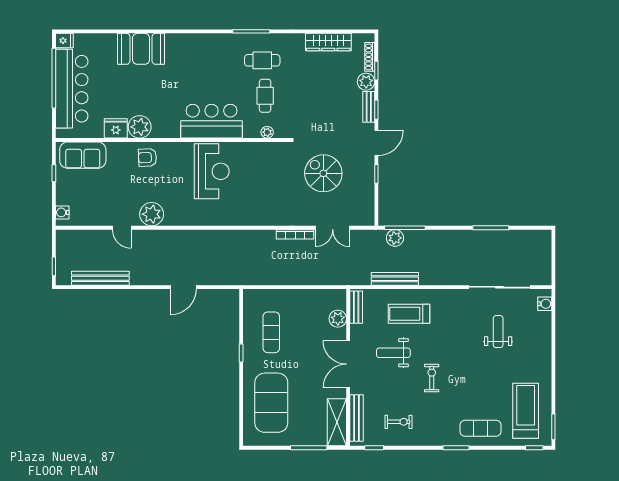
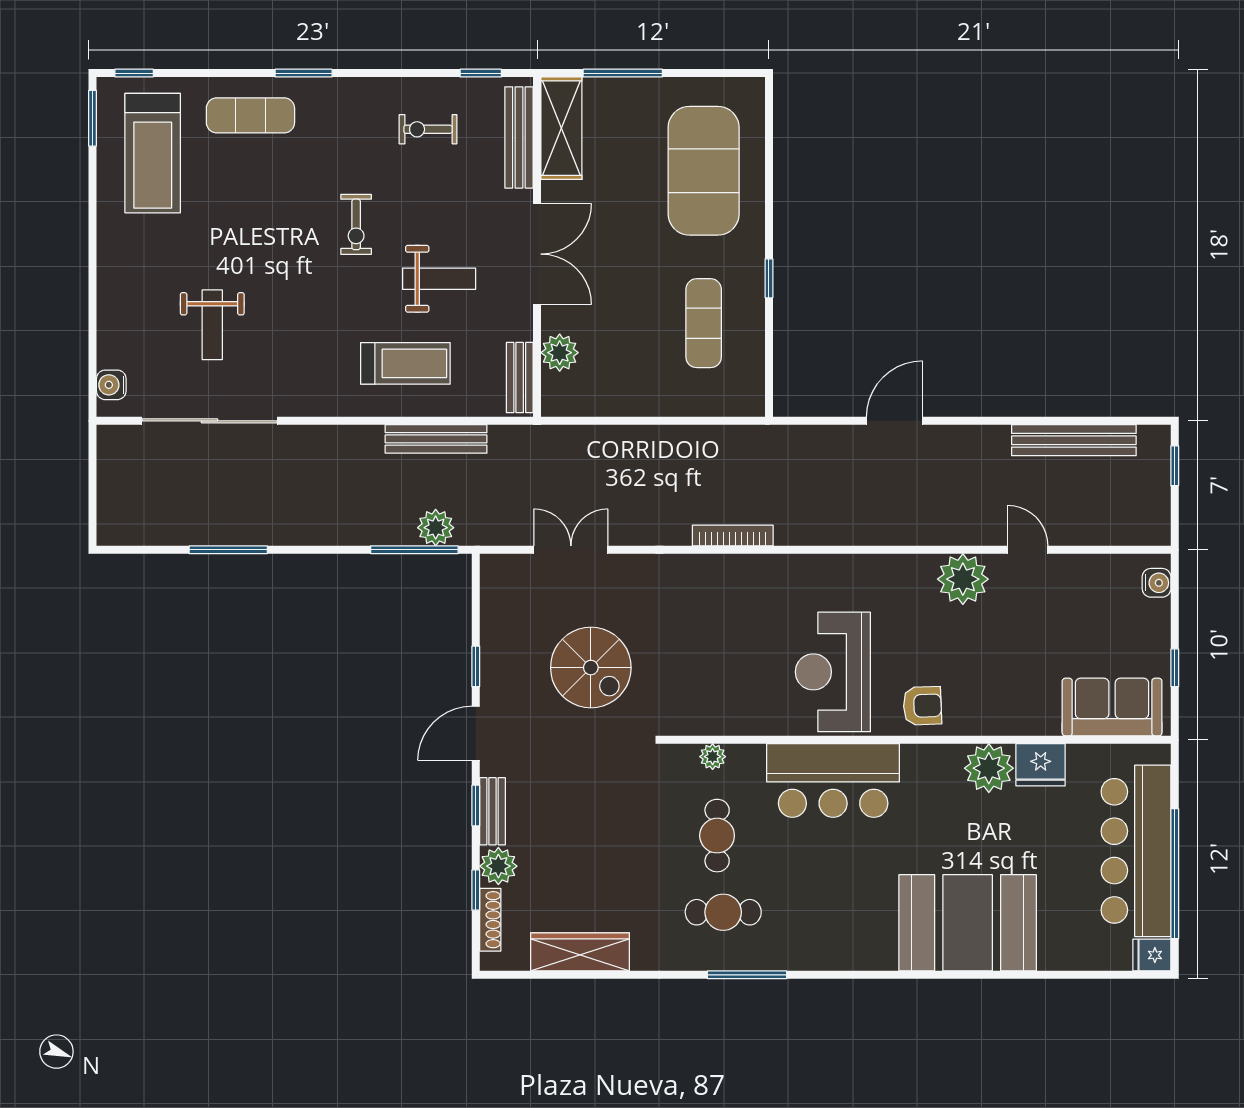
booth: (141, 49) -> (968, 923), width x1.36, depth x1.42
armchair: (147, 158) -> (922, 706), moved
bookcase: (295, 234) -> (733, 535), moved

